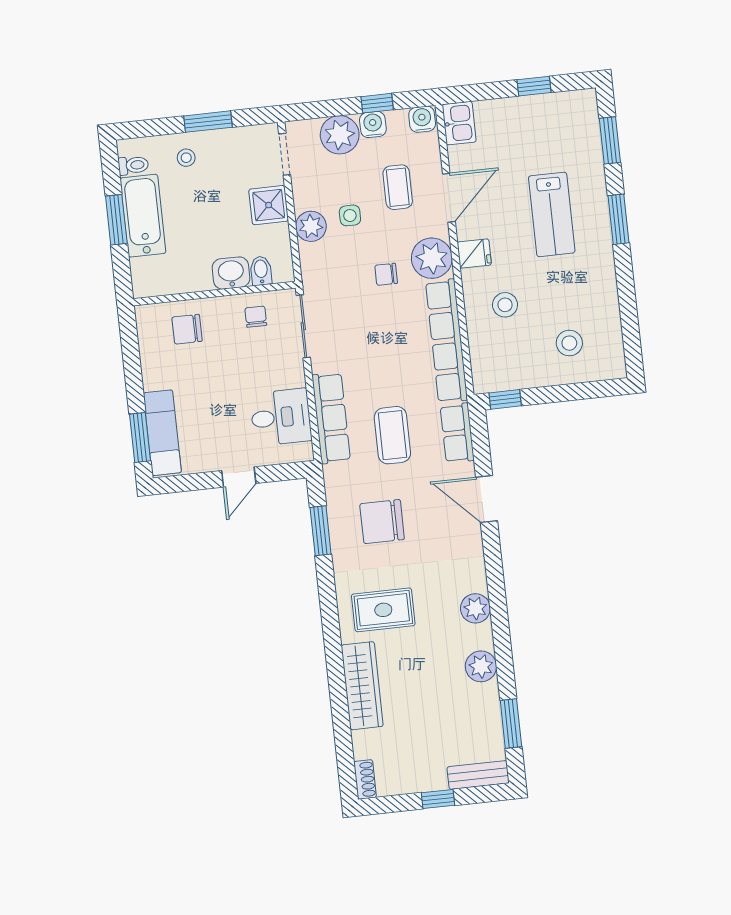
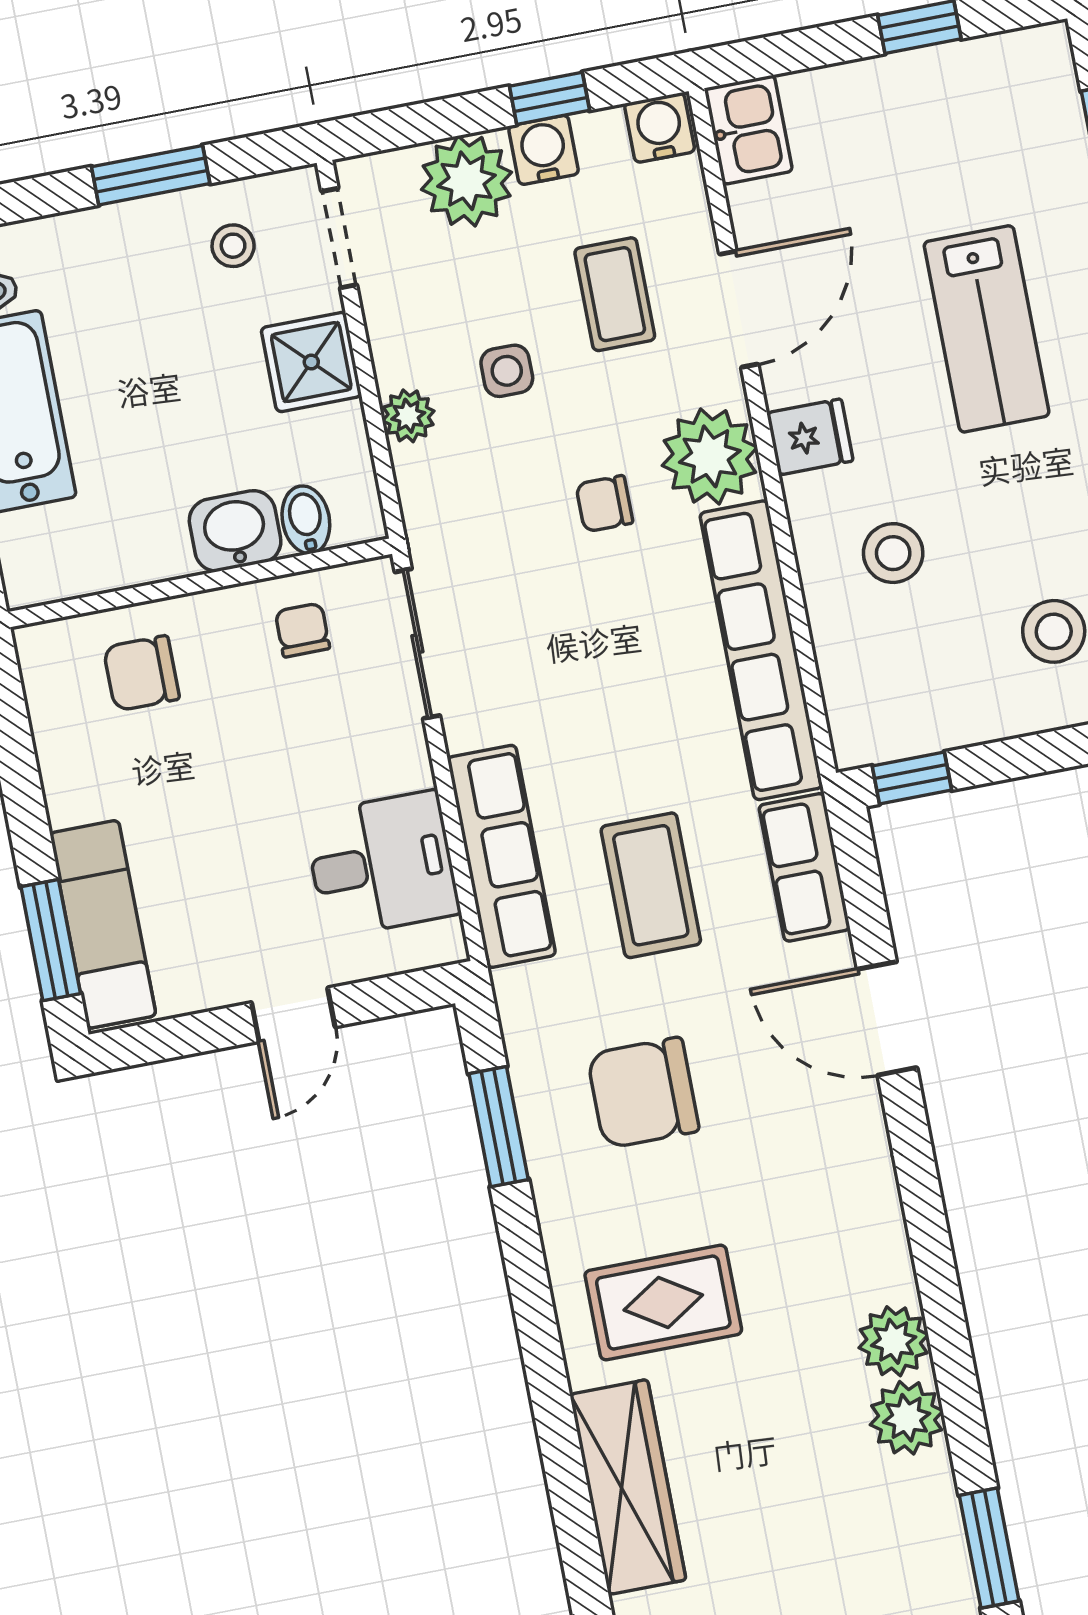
stool: (186, 158) -> (233, 246), moved
plant: (311, 226) -> (408, 416), width x0.73, depth x0.73
plant: (475, 608) -> (894, 1341), moved

